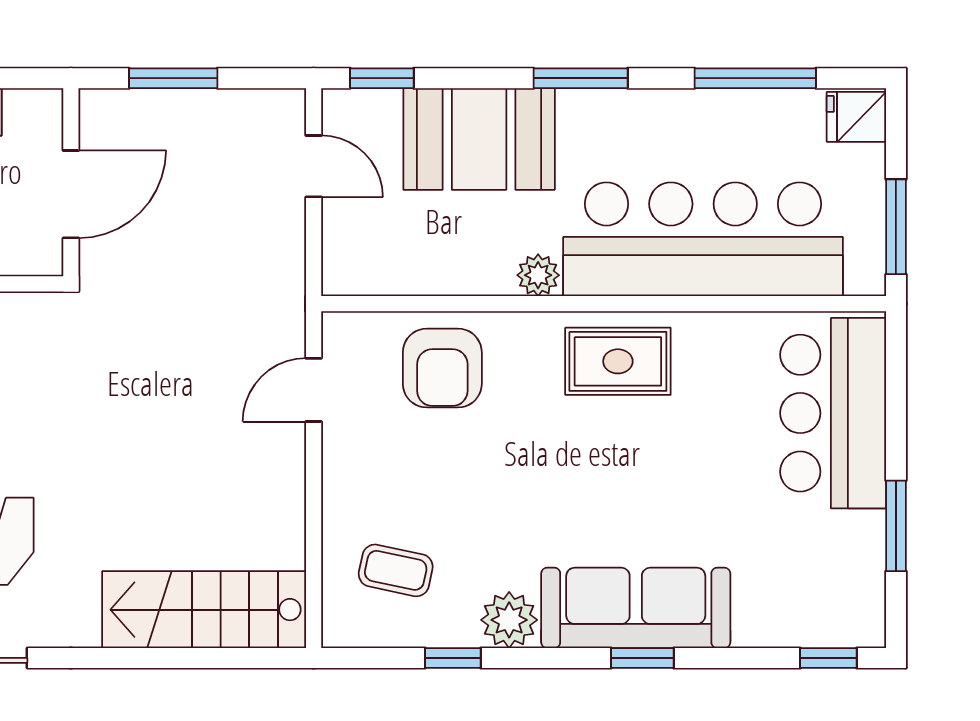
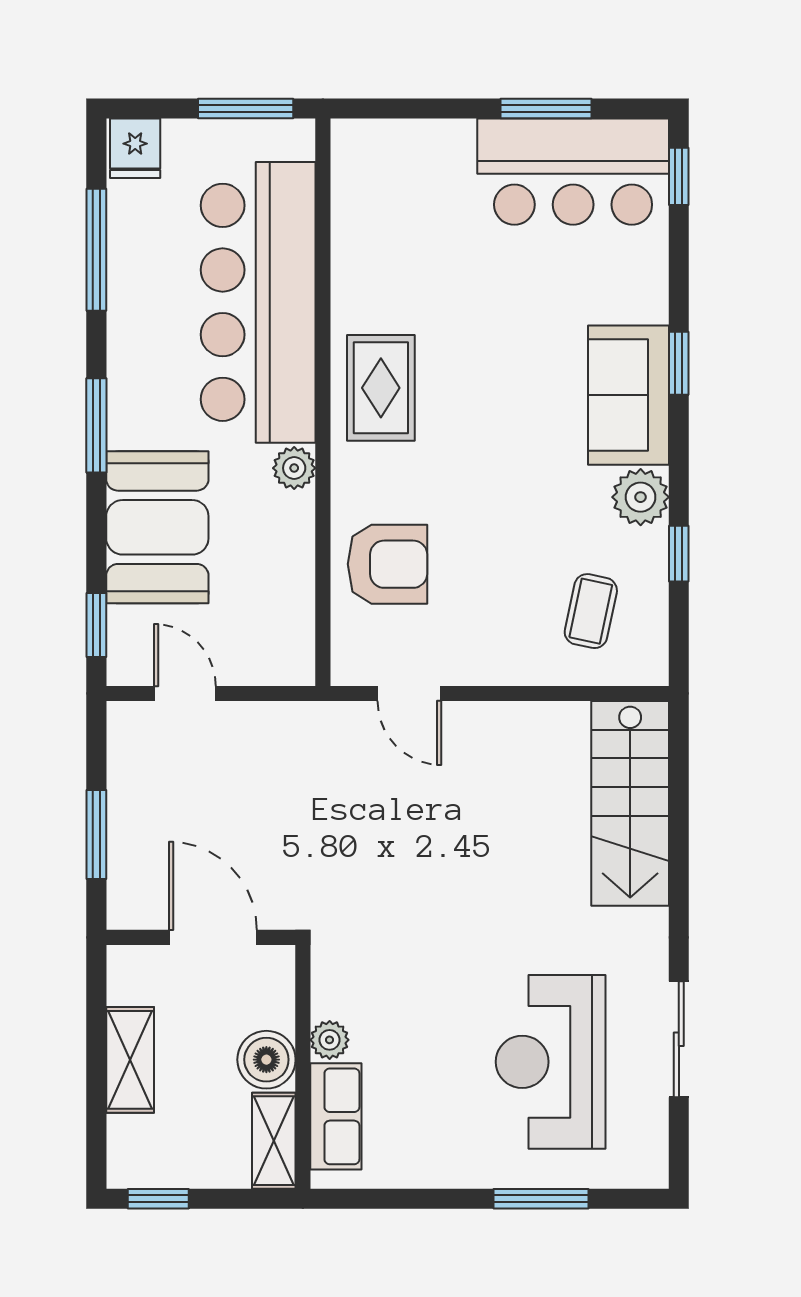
door: (314, 166) -> (185, 693), hinge flipped
bar counter: (833, 413) -> (573, 172), moved
sofa: (636, 608) -> (628, 395), width x0.73

